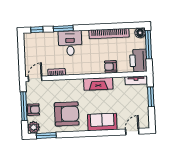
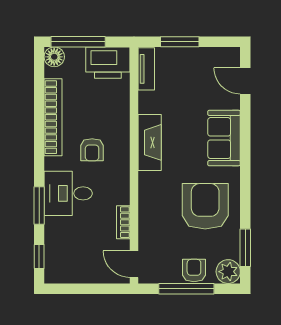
armchair: (111, 66) -> (92, 150), moved

